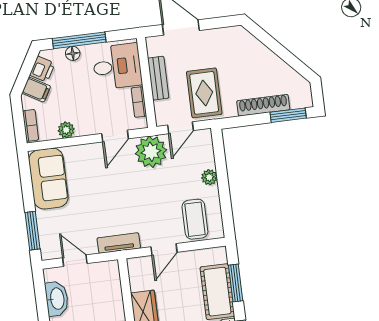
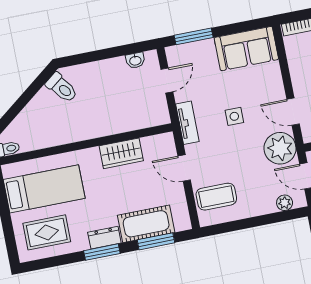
plant: (66, 130) -> (296, 63), removed
plant: (209, 177) -> (285, 203), moved
side table: (116, 195) -> (234, 116), added
washbasin: (57, 299) -> (135, 60), width x0.52, depth x0.69

